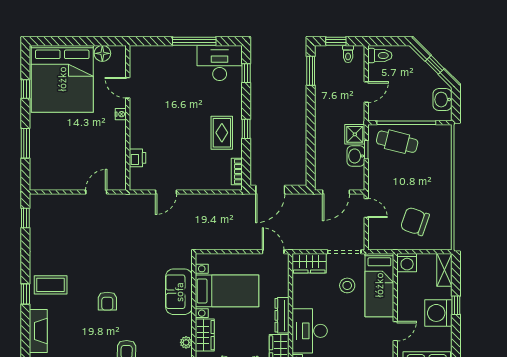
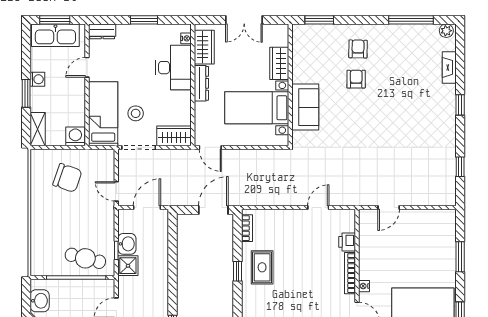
bookcase: (135, 127) -> (350, 273), added
window: (25, 218) -> (460, 167), moved
coffee table: (51, 285) -> (435, 114), removed
armchair: (107, 301) -> (356, 79), moved
window: (456, 305) -> (26, 93), width x1.50
washing machine: (438, 313) -> (37, 79), width x0.53, depth x0.53
fireplace: (38, 331) -> (449, 67), width x0.73, depth x0.76
plant: (186, 342) -> (298, 56), removed

